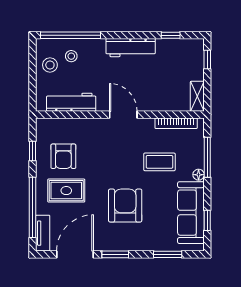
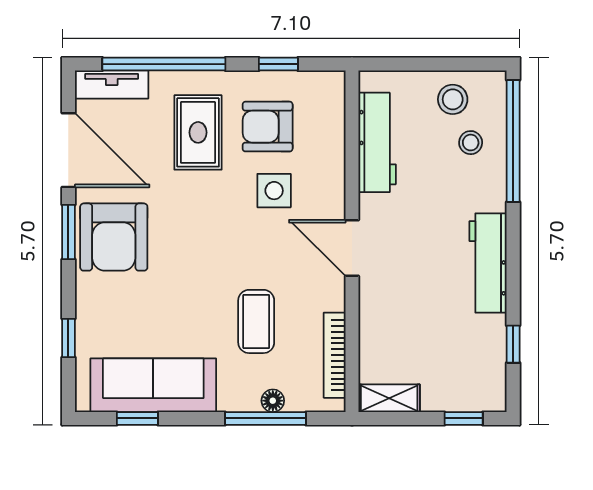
door: (123, 115) -> (352, 248), swing flipped
side table: (95, 153) -> (274, 191), added
floor lamp: (199, 175) -> (273, 401), moved
armchair: (125, 206) -> (114, 237), moved, turned 90
window: (168, 254) -> (68, 338), width x0.67

